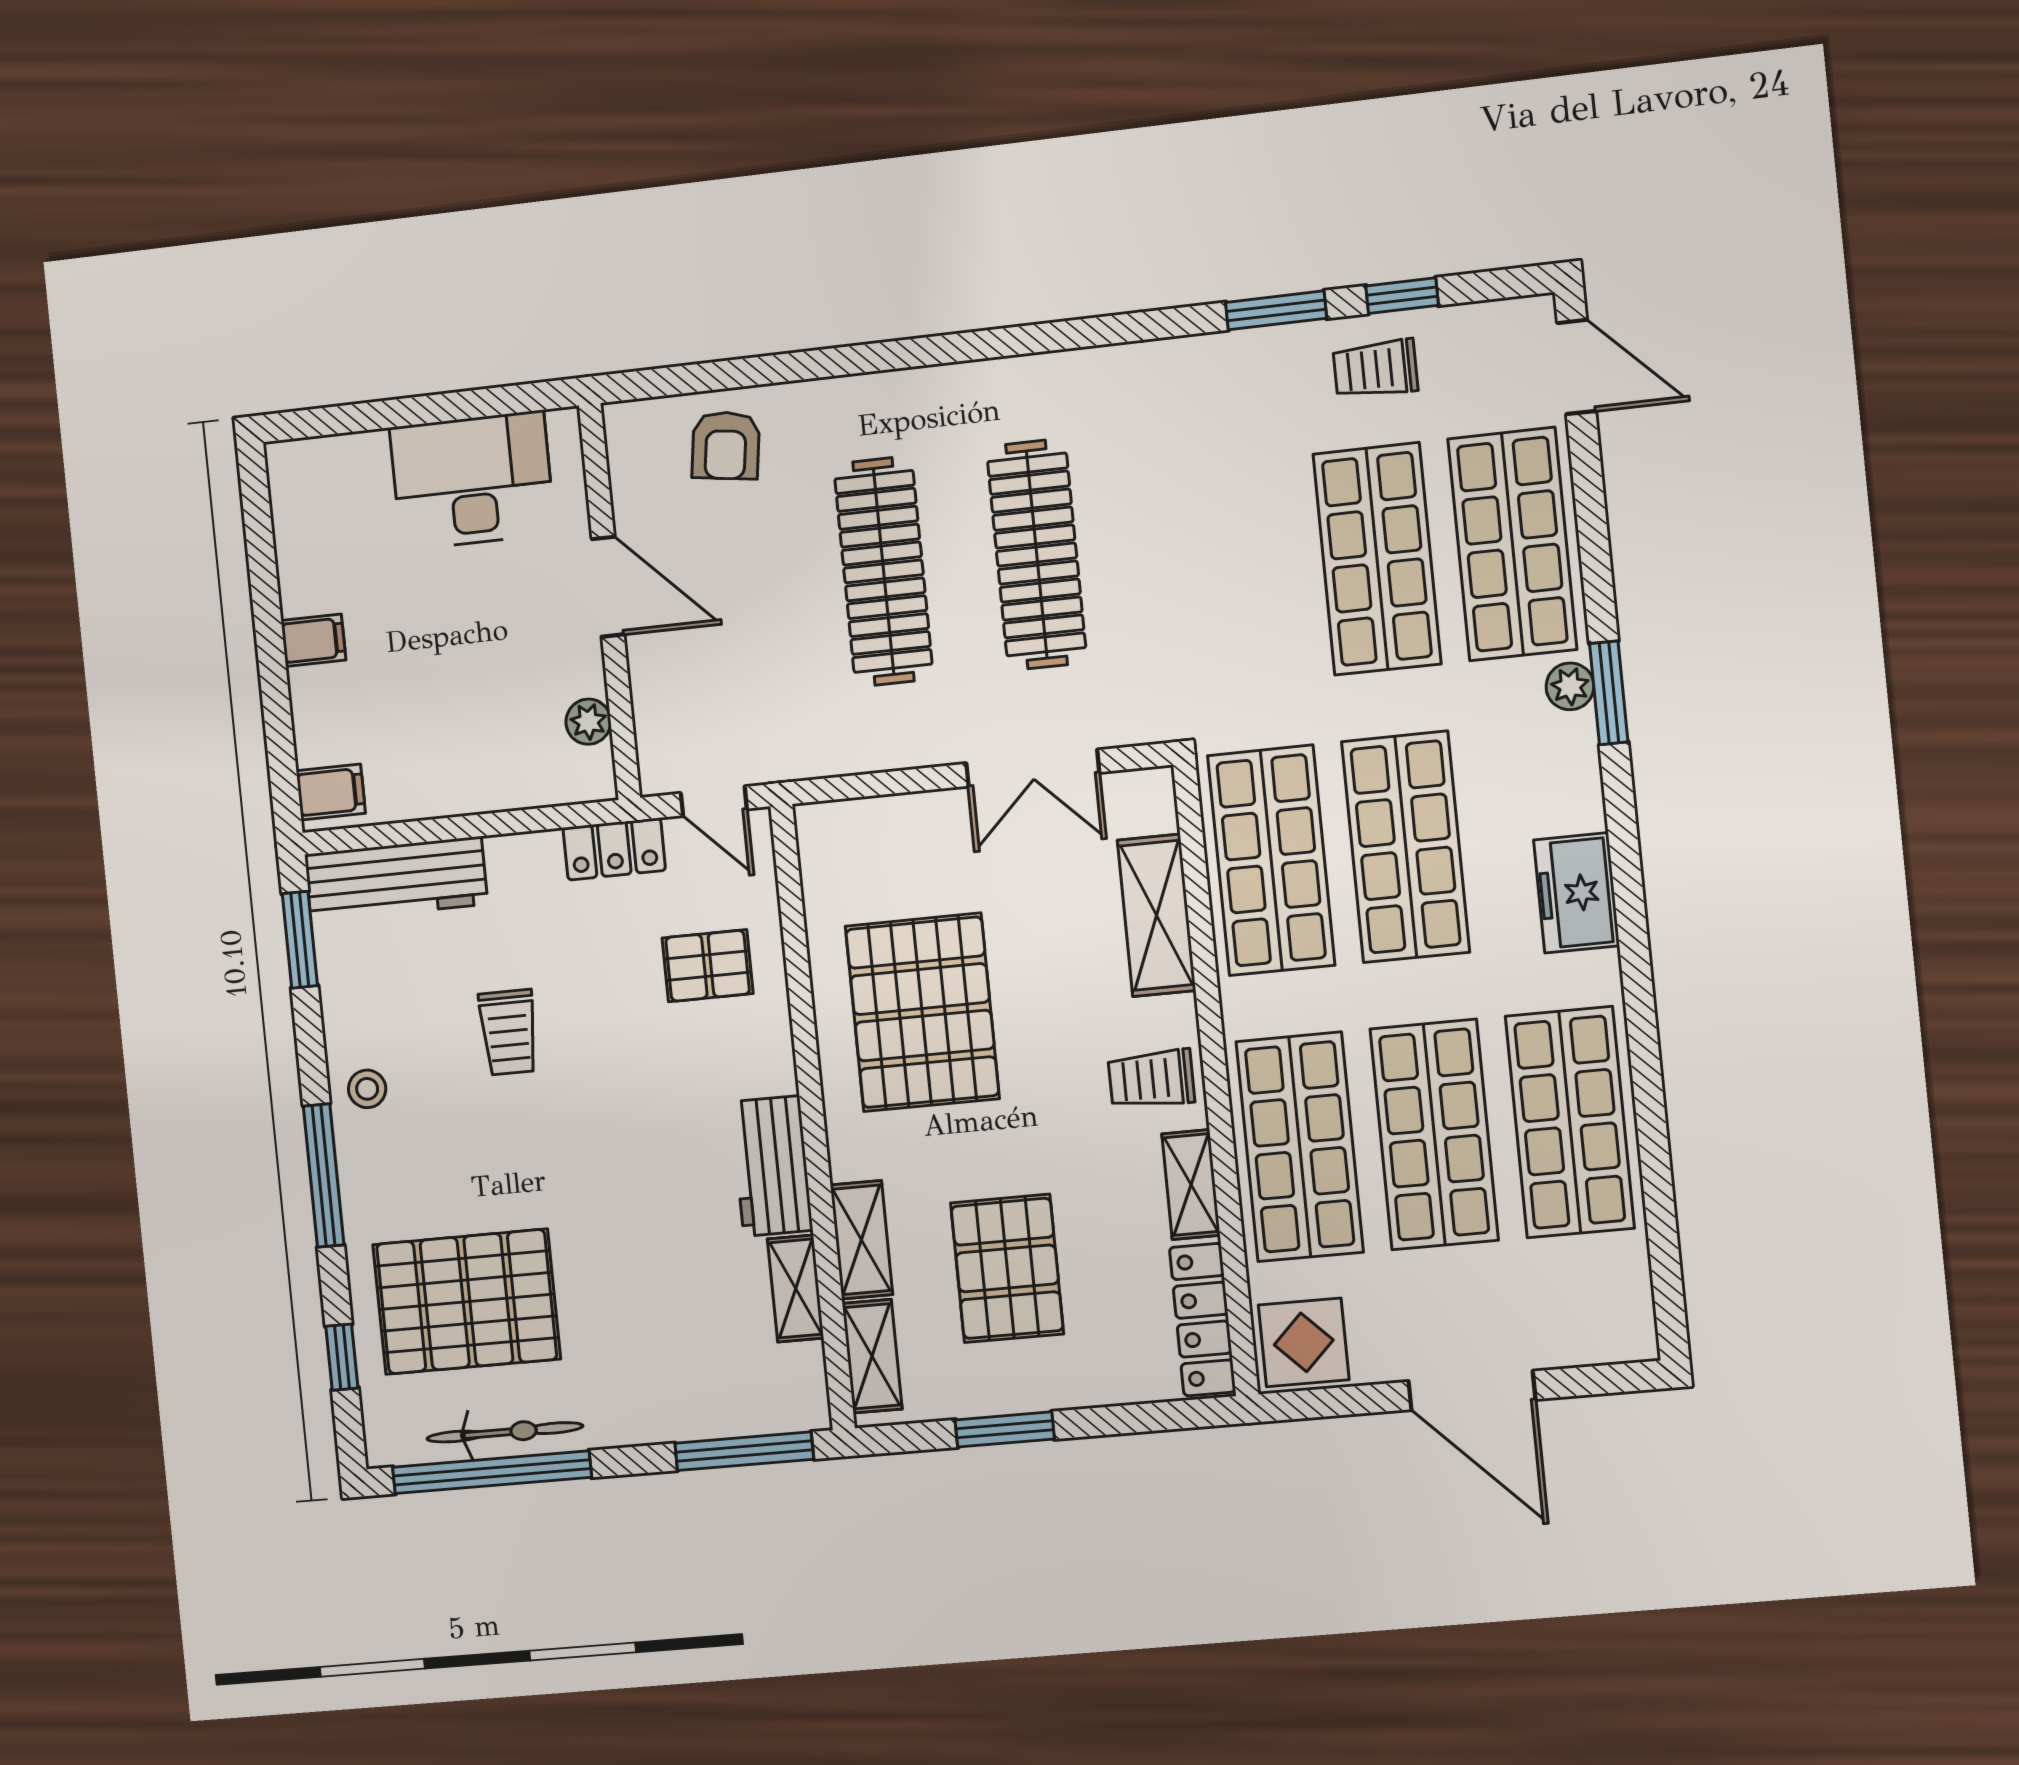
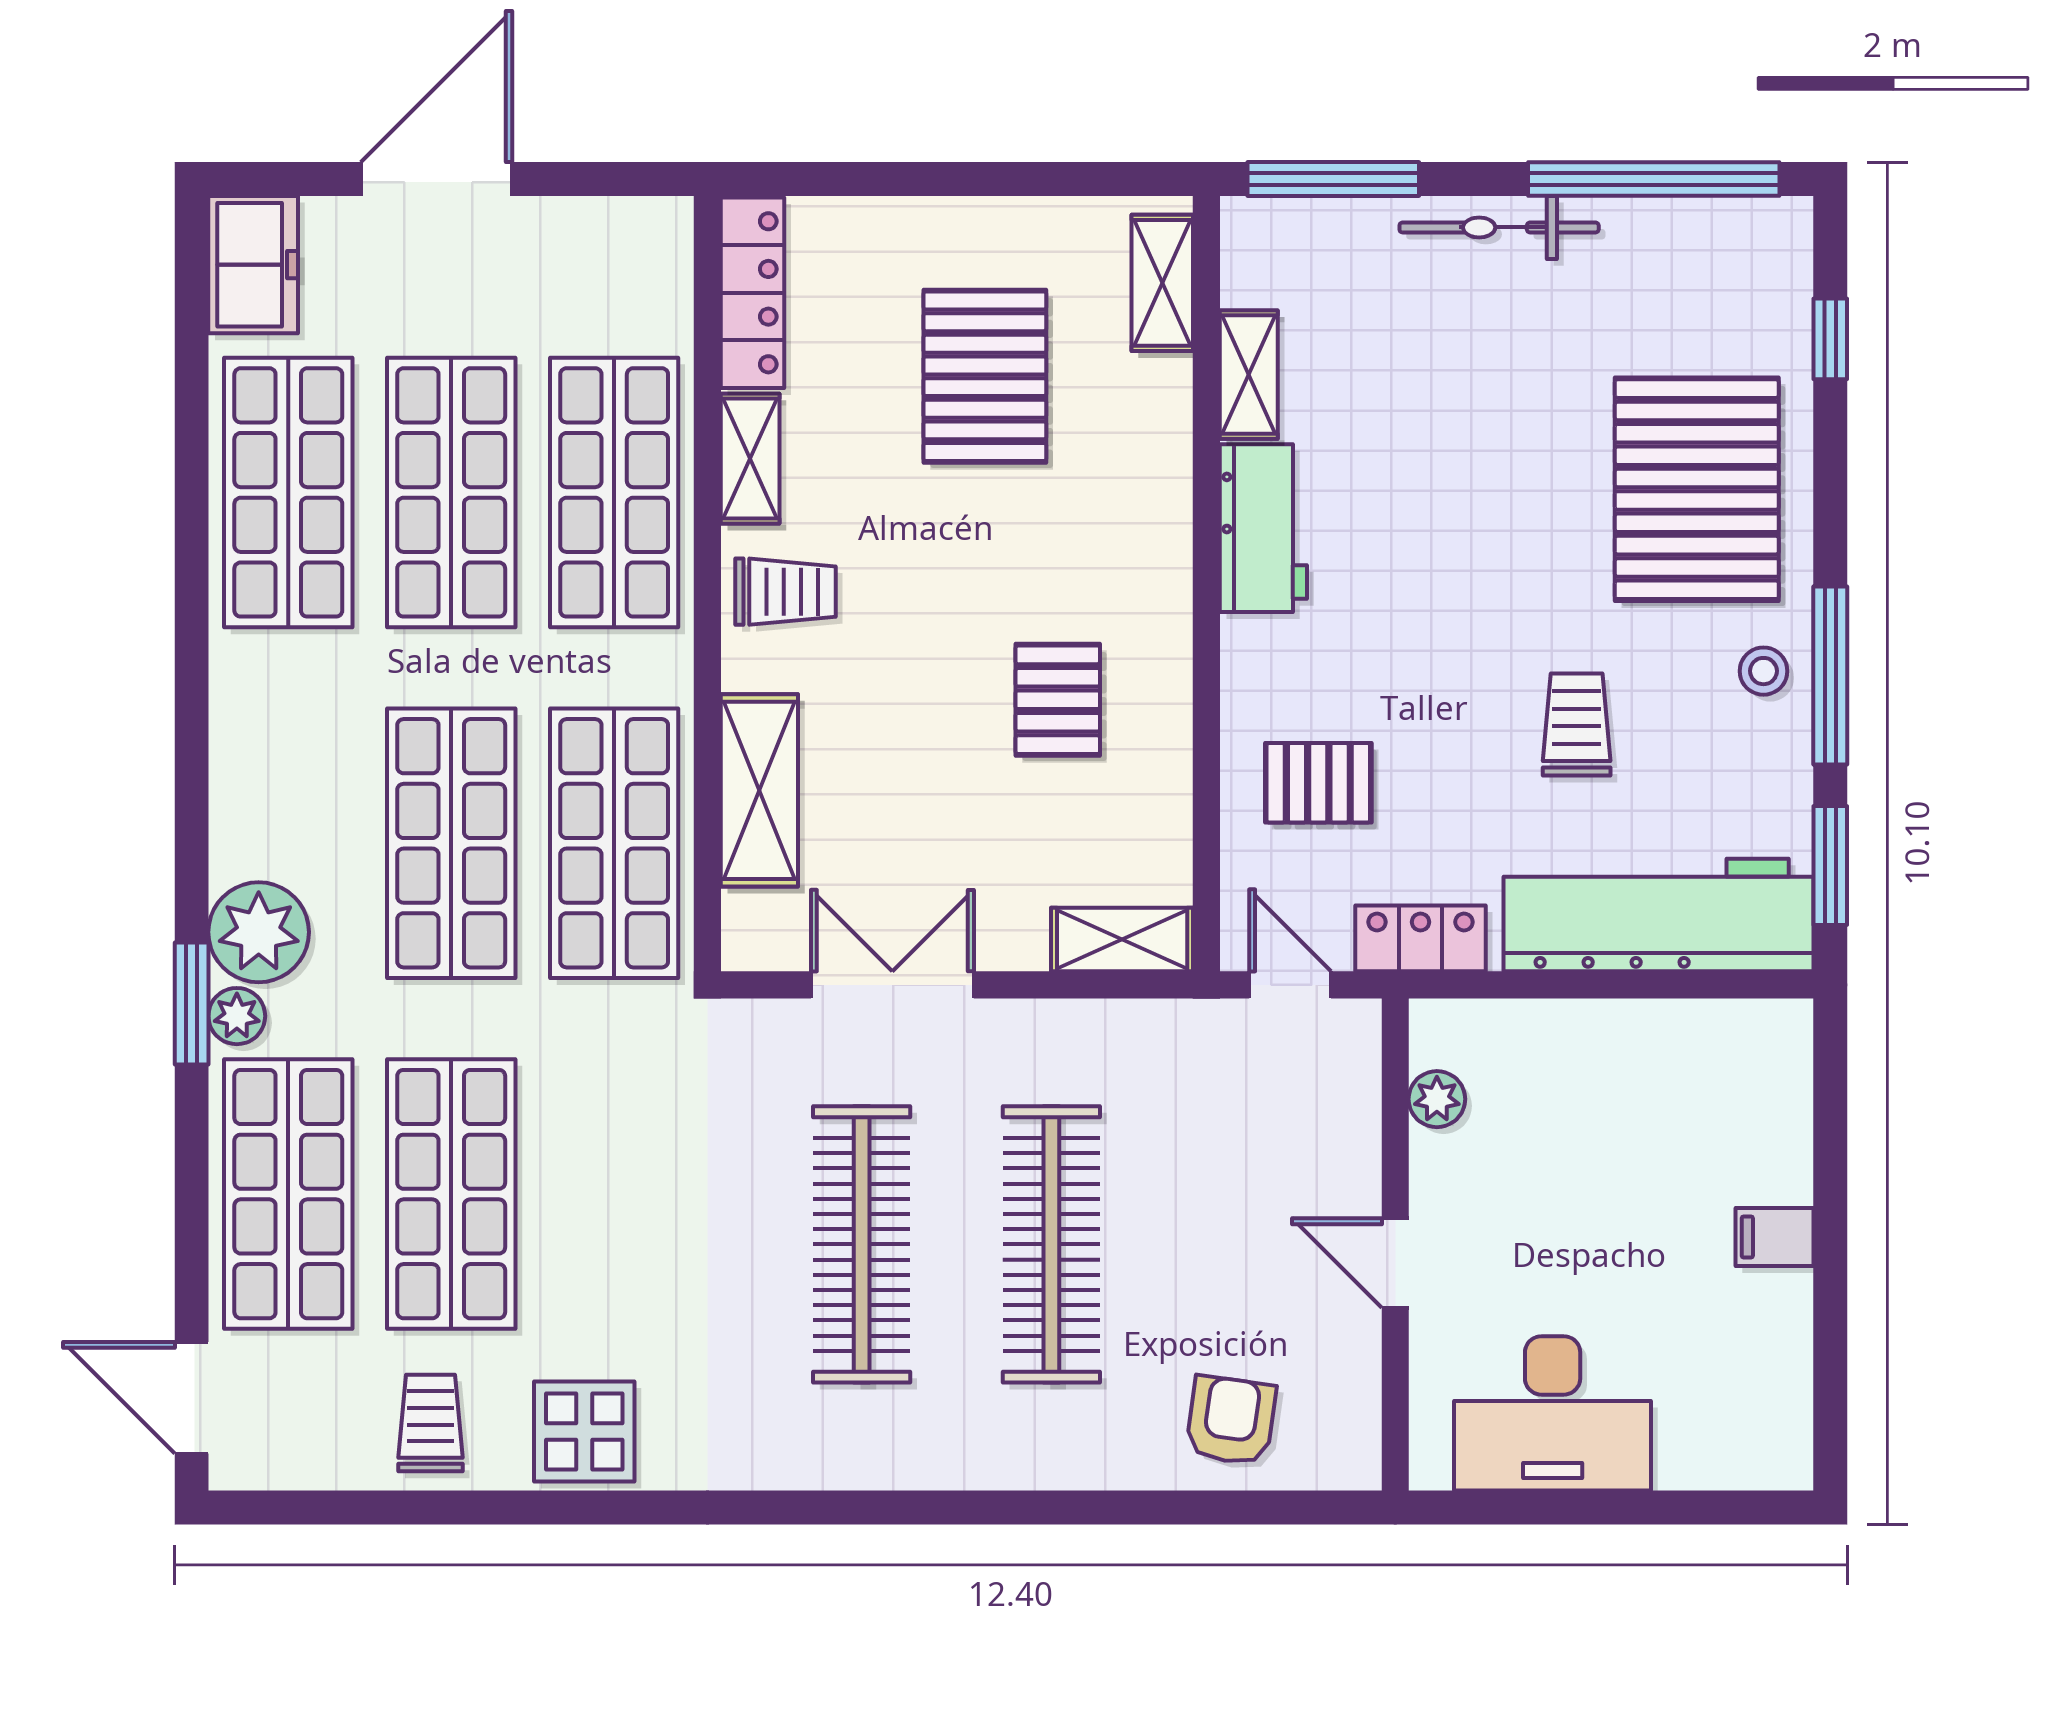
window: (1402, 296) -> (390, 1507), removed
window: (1276, 310) -> (542, 1507), removed
trolley: (1375, 369) -> (431, 1423), turned -90
door: (608, 587) -> (1395, 1263), width x0.73
plant: (1559, 757) -> (259, 932), added
filing cabinet: (331, 792) -> (1772, 1046), removed
workbench: (396, 879) -> (1659, 915), width x1.36, depth x1.32
freezer: (1577, 893) -> (253, 265), moved
pallet: (922, 1012) -> (1058, 700), width x0.49, depth x0.50
window: (324, 1175) -> (1830, 676), moved
shelving: (861, 1240) -> (1122, 939), moved, turned 90
pallet: (467, 1302) -> (1697, 489), moved, turned 90
display table: (1304, 1342) -> (584, 1432), moved
door: (1472, 1390) -> (436, 179), hinge flipped
window: (1005, 1429) -> (1008, 179), removed
bicycle: (505, 1432) -> (1499, 227), moved

